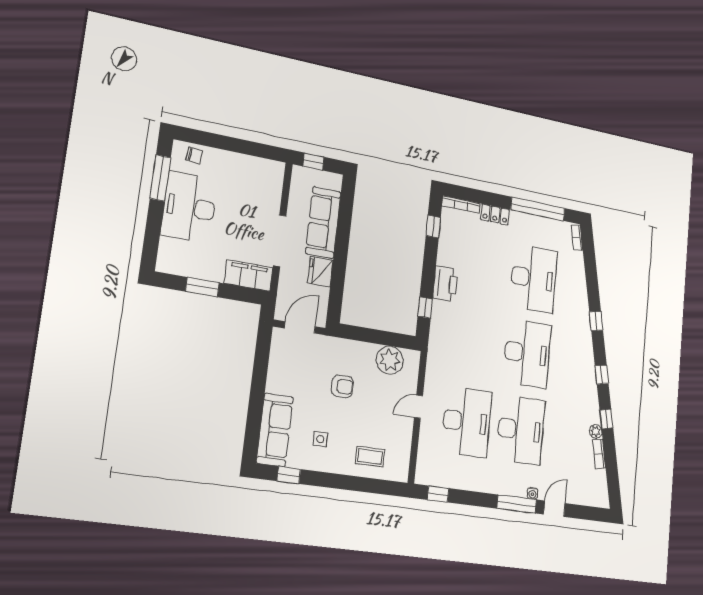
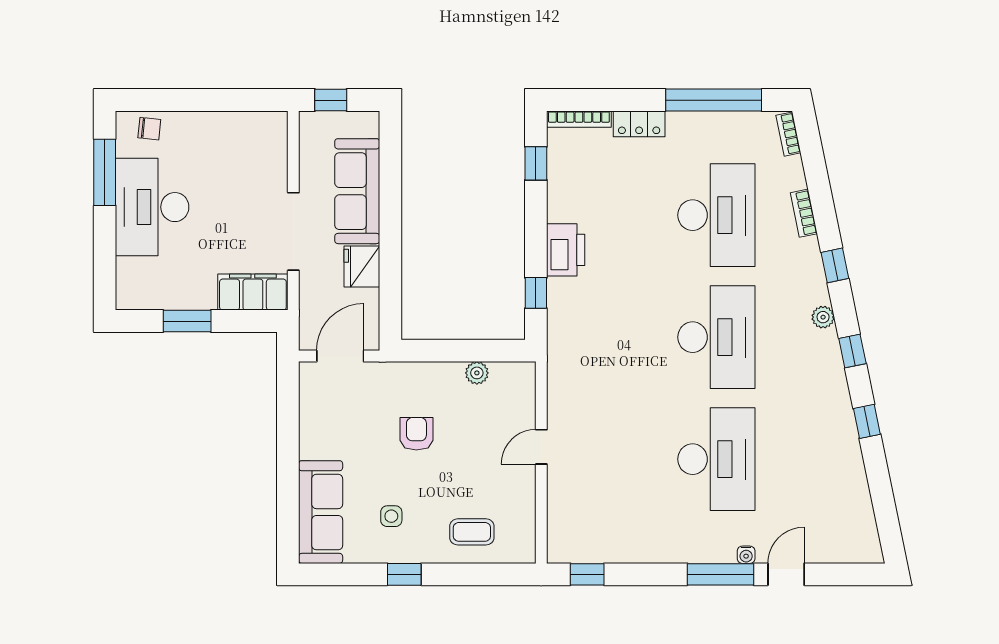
plant: (390, 360) -> (477, 373), width x0.53, depth x0.53
armchair: (342, 386) -> (416, 434), turned -90
desk: (467, 422) -> (623, 459), removed
plant: (596, 431) -> (823, 317), moved
bookcase: (599, 454) -> (804, 213), moved
window: (289, 475) -> (404, 574), moved

